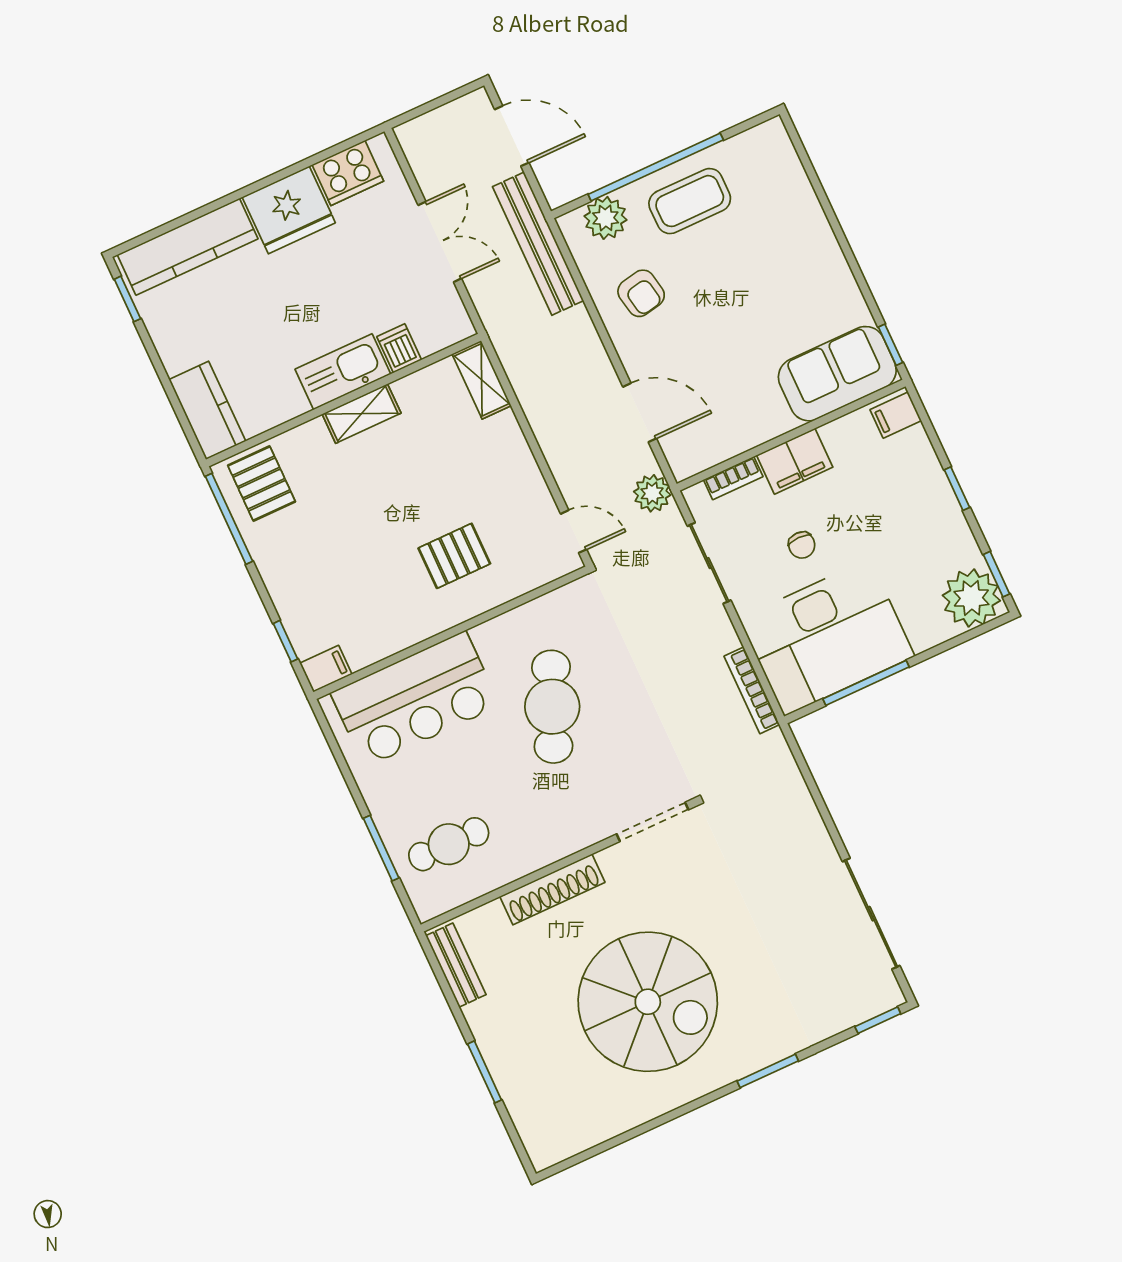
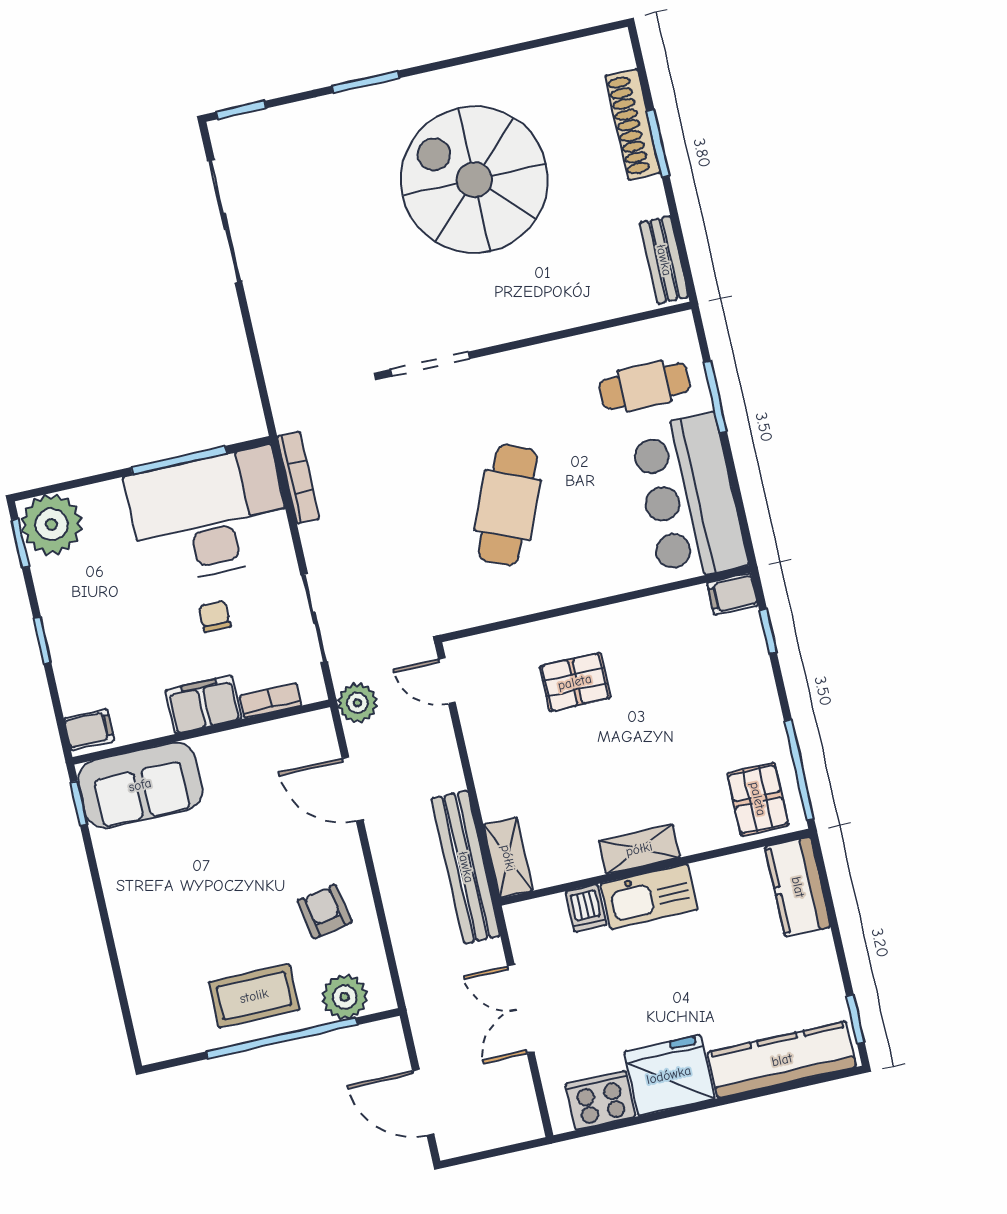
bench: (538, 244) -> (466, 867), moved
bar counter: (415, 699) -> (689, 498), moved, turned -90
shoe rack: (552, 889) -> (633, 124), moved, turned -90

